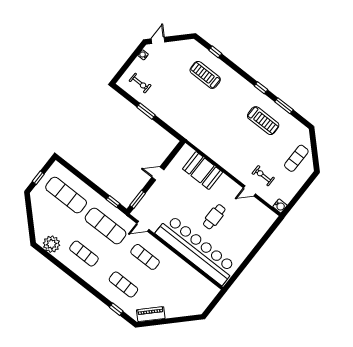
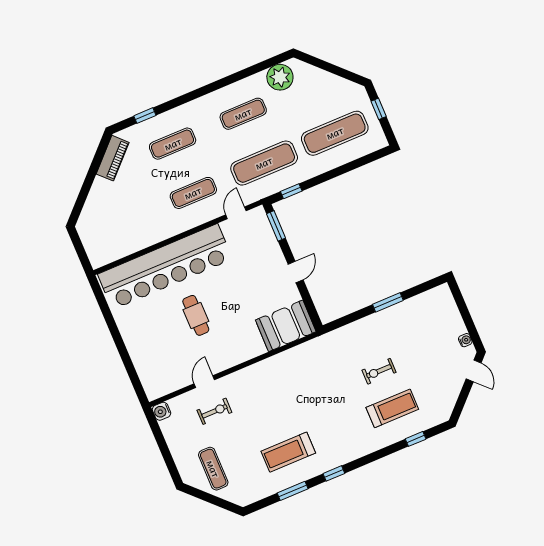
exercise bike: (140, 83) -> (379, 371), moved
booth: (203, 171) -> (286, 326), moved

